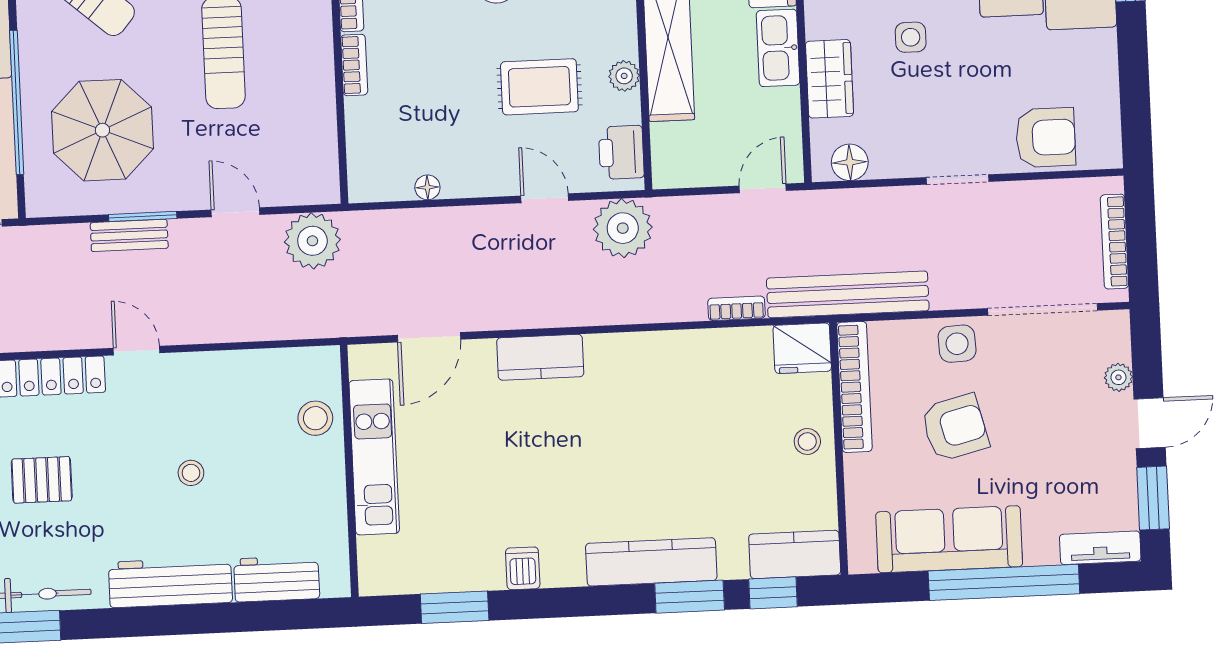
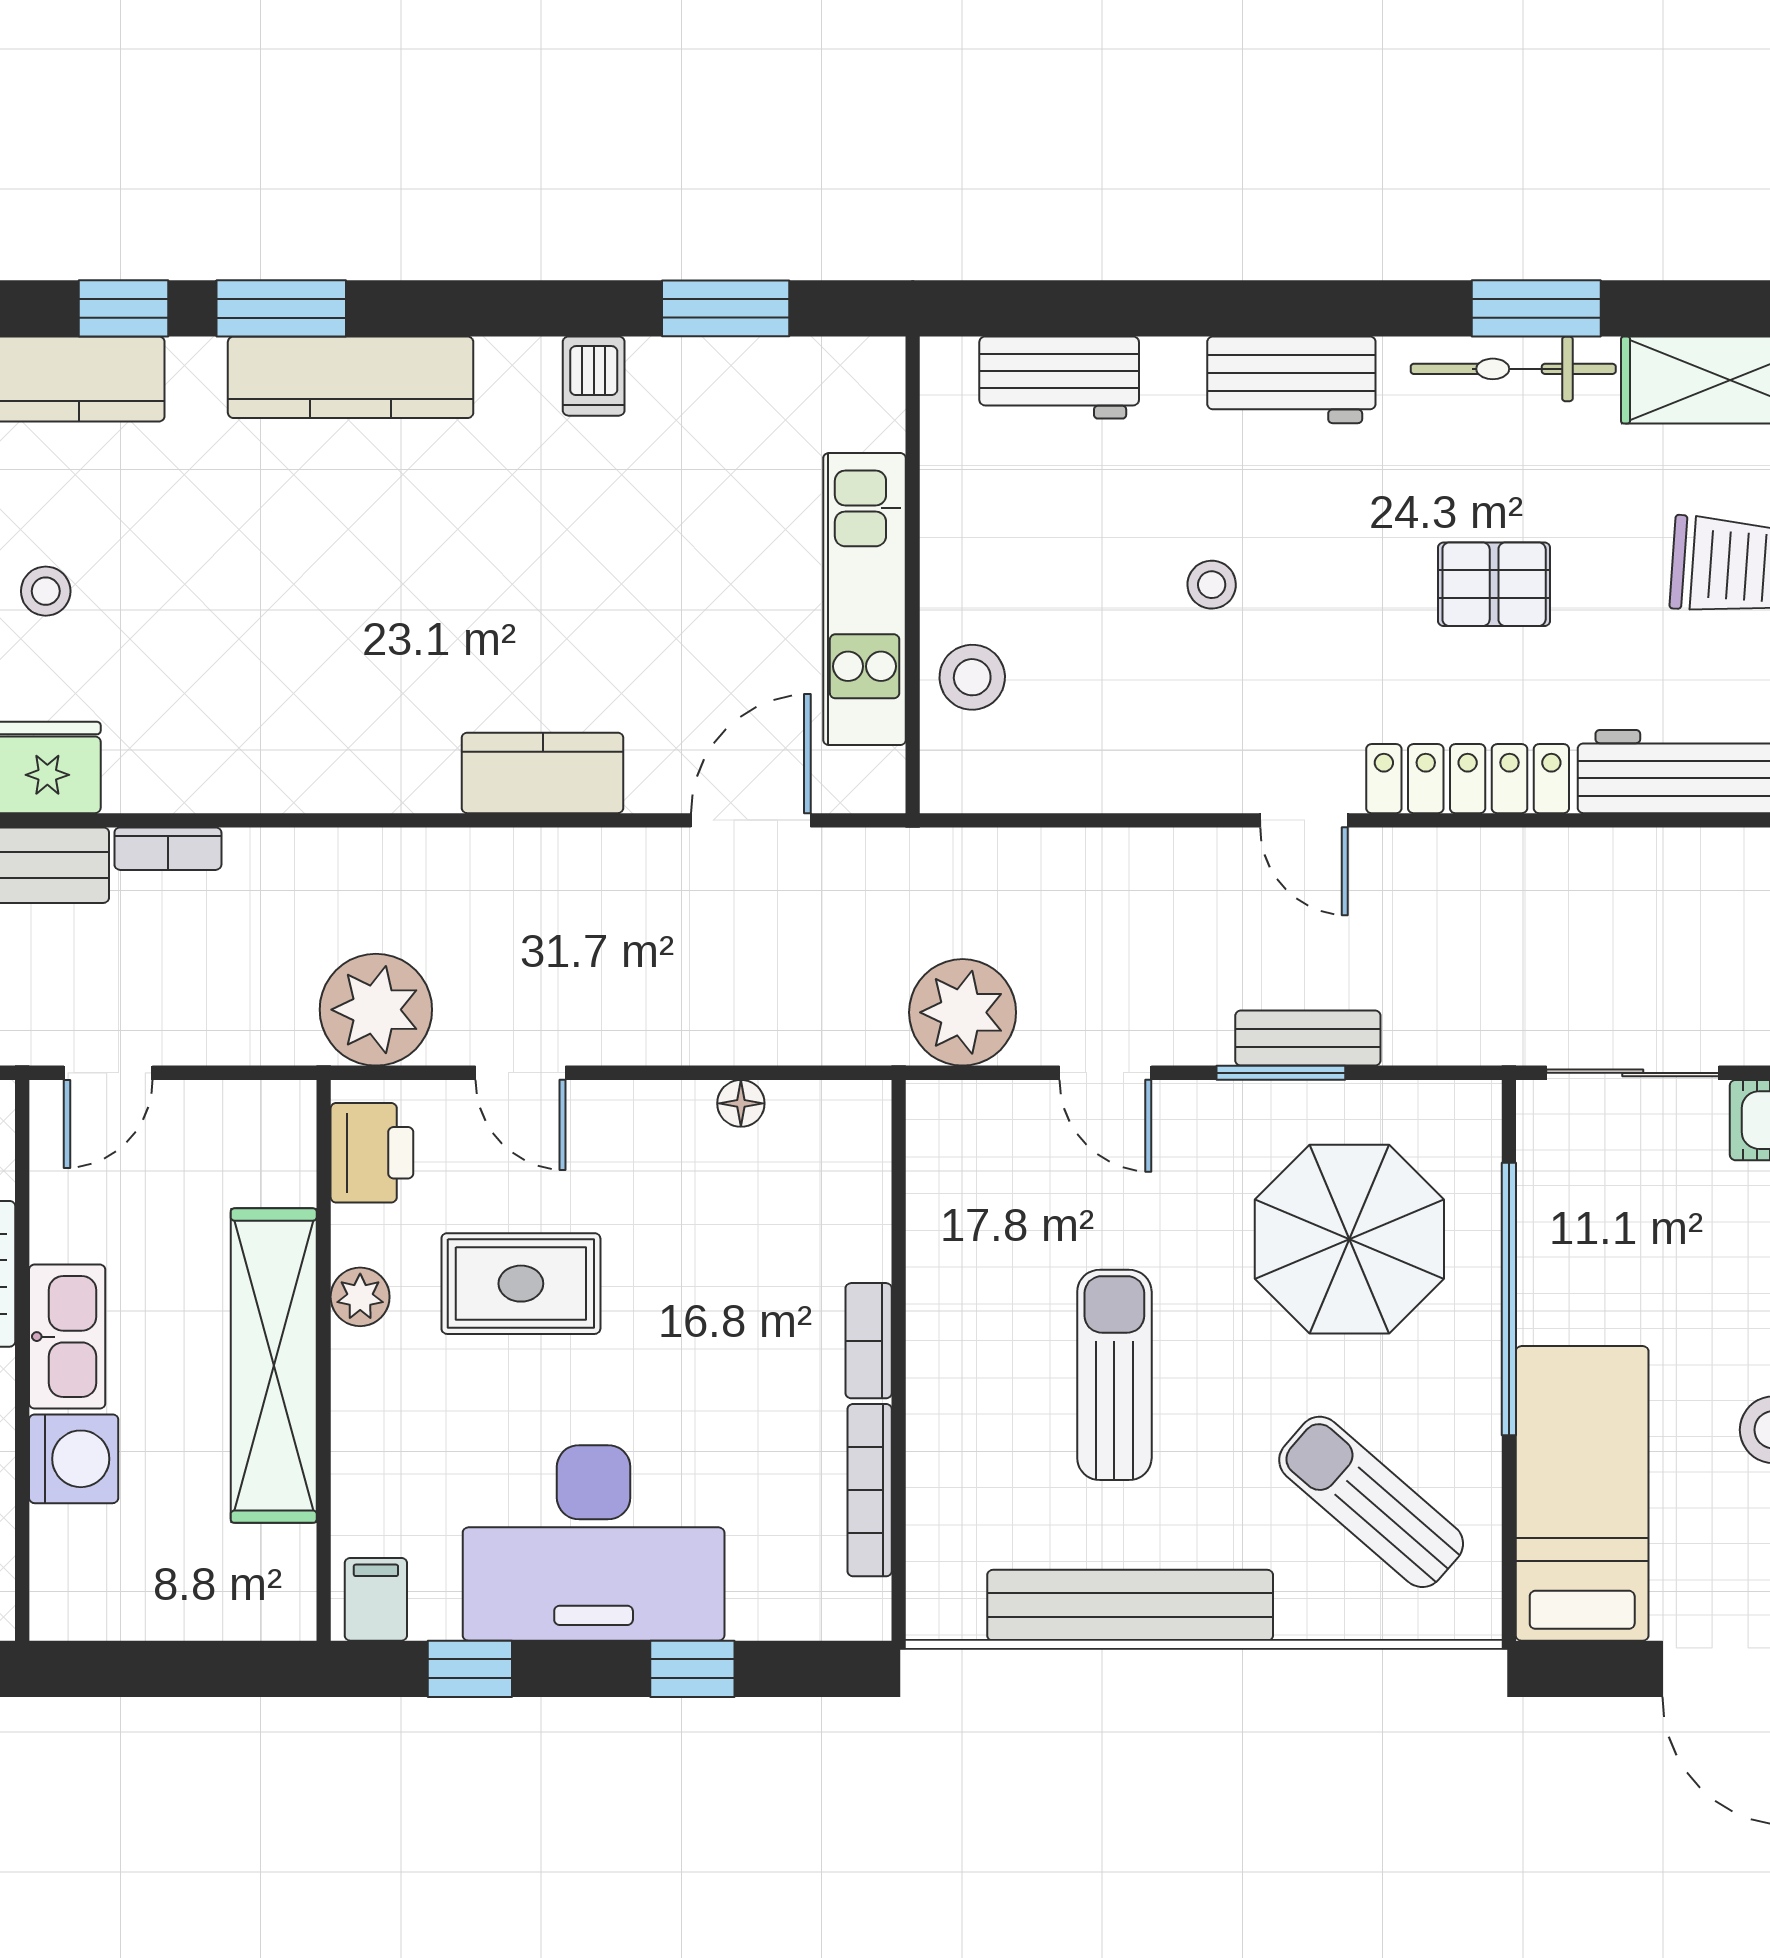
workbench: (170, 582) -> (1291, 380), width x0.73

